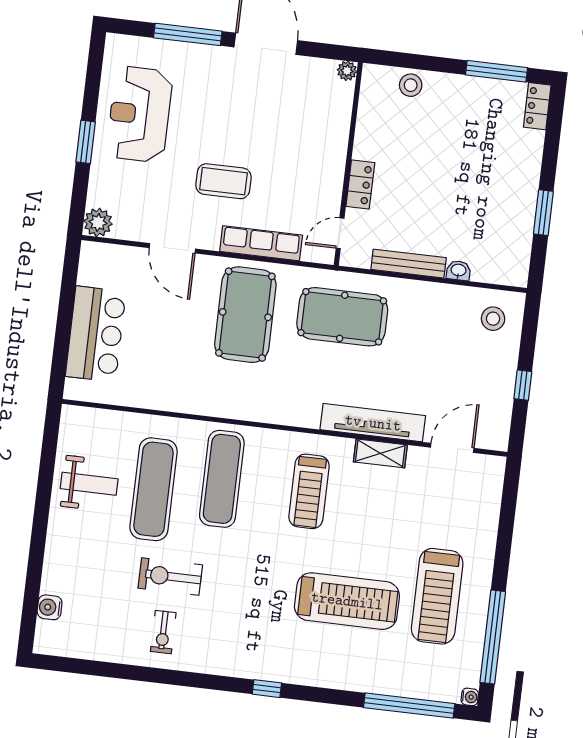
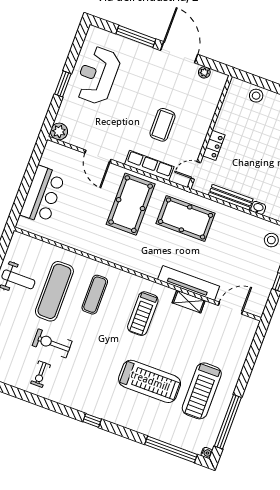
plant: (347, 71) -> (204, 72), moved
coffee table: (224, 181) -> (162, 125), moved, turned 90
exercise mat: (222, 479) -> (95, 295), width x0.73, depth x0.69

